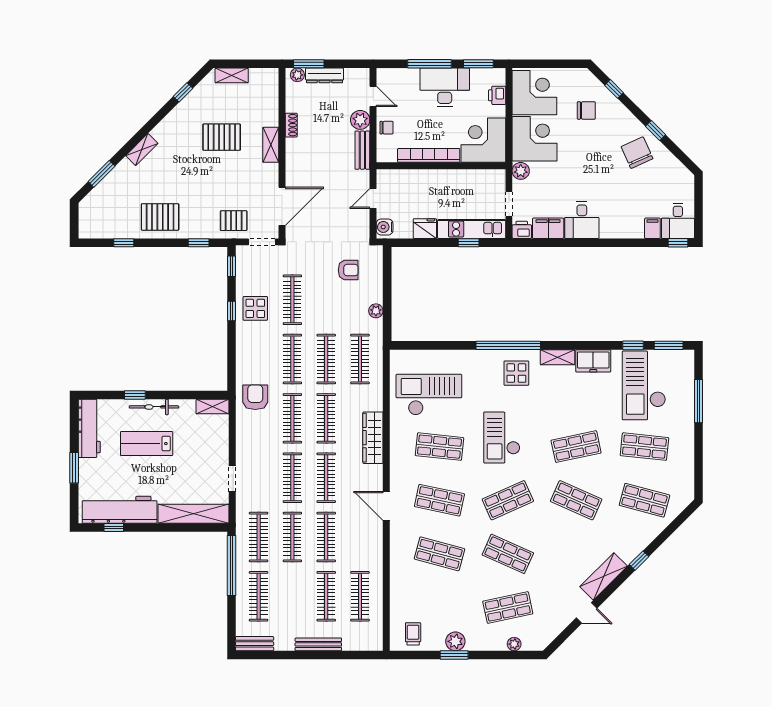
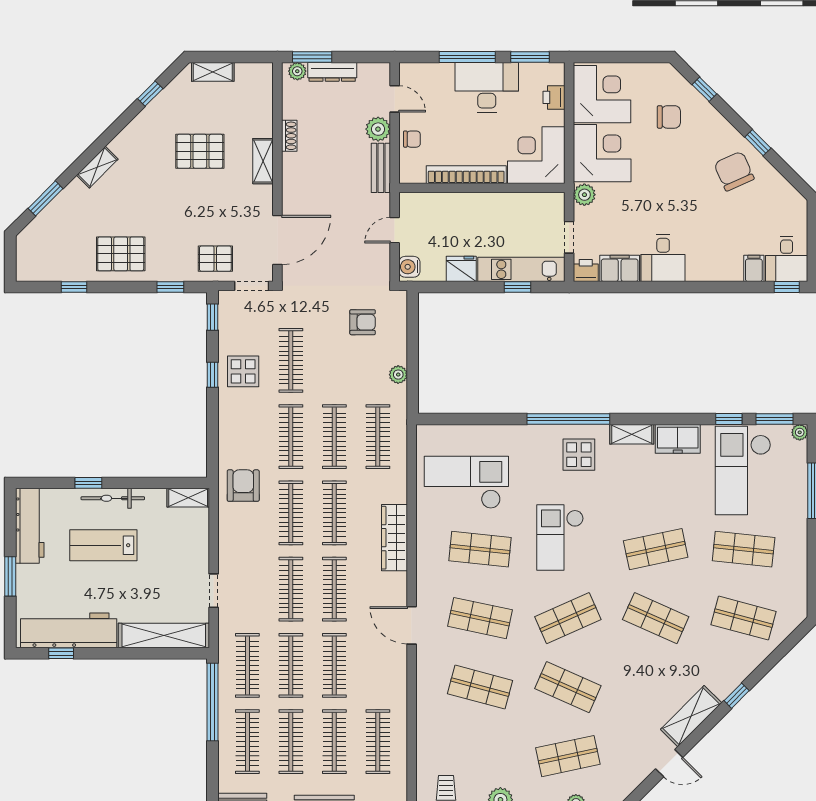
plant: (688, 356) -> (800, 432), added
clothes rail: (292, 596) -> (291, 742), added

